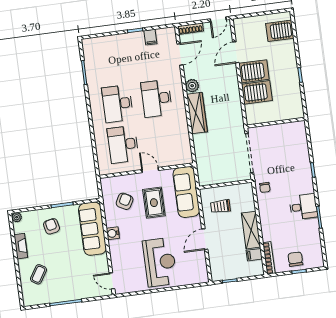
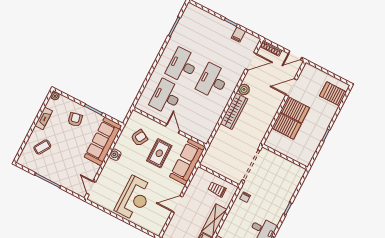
trolley: (220, 206) -> (217, 189), moved

